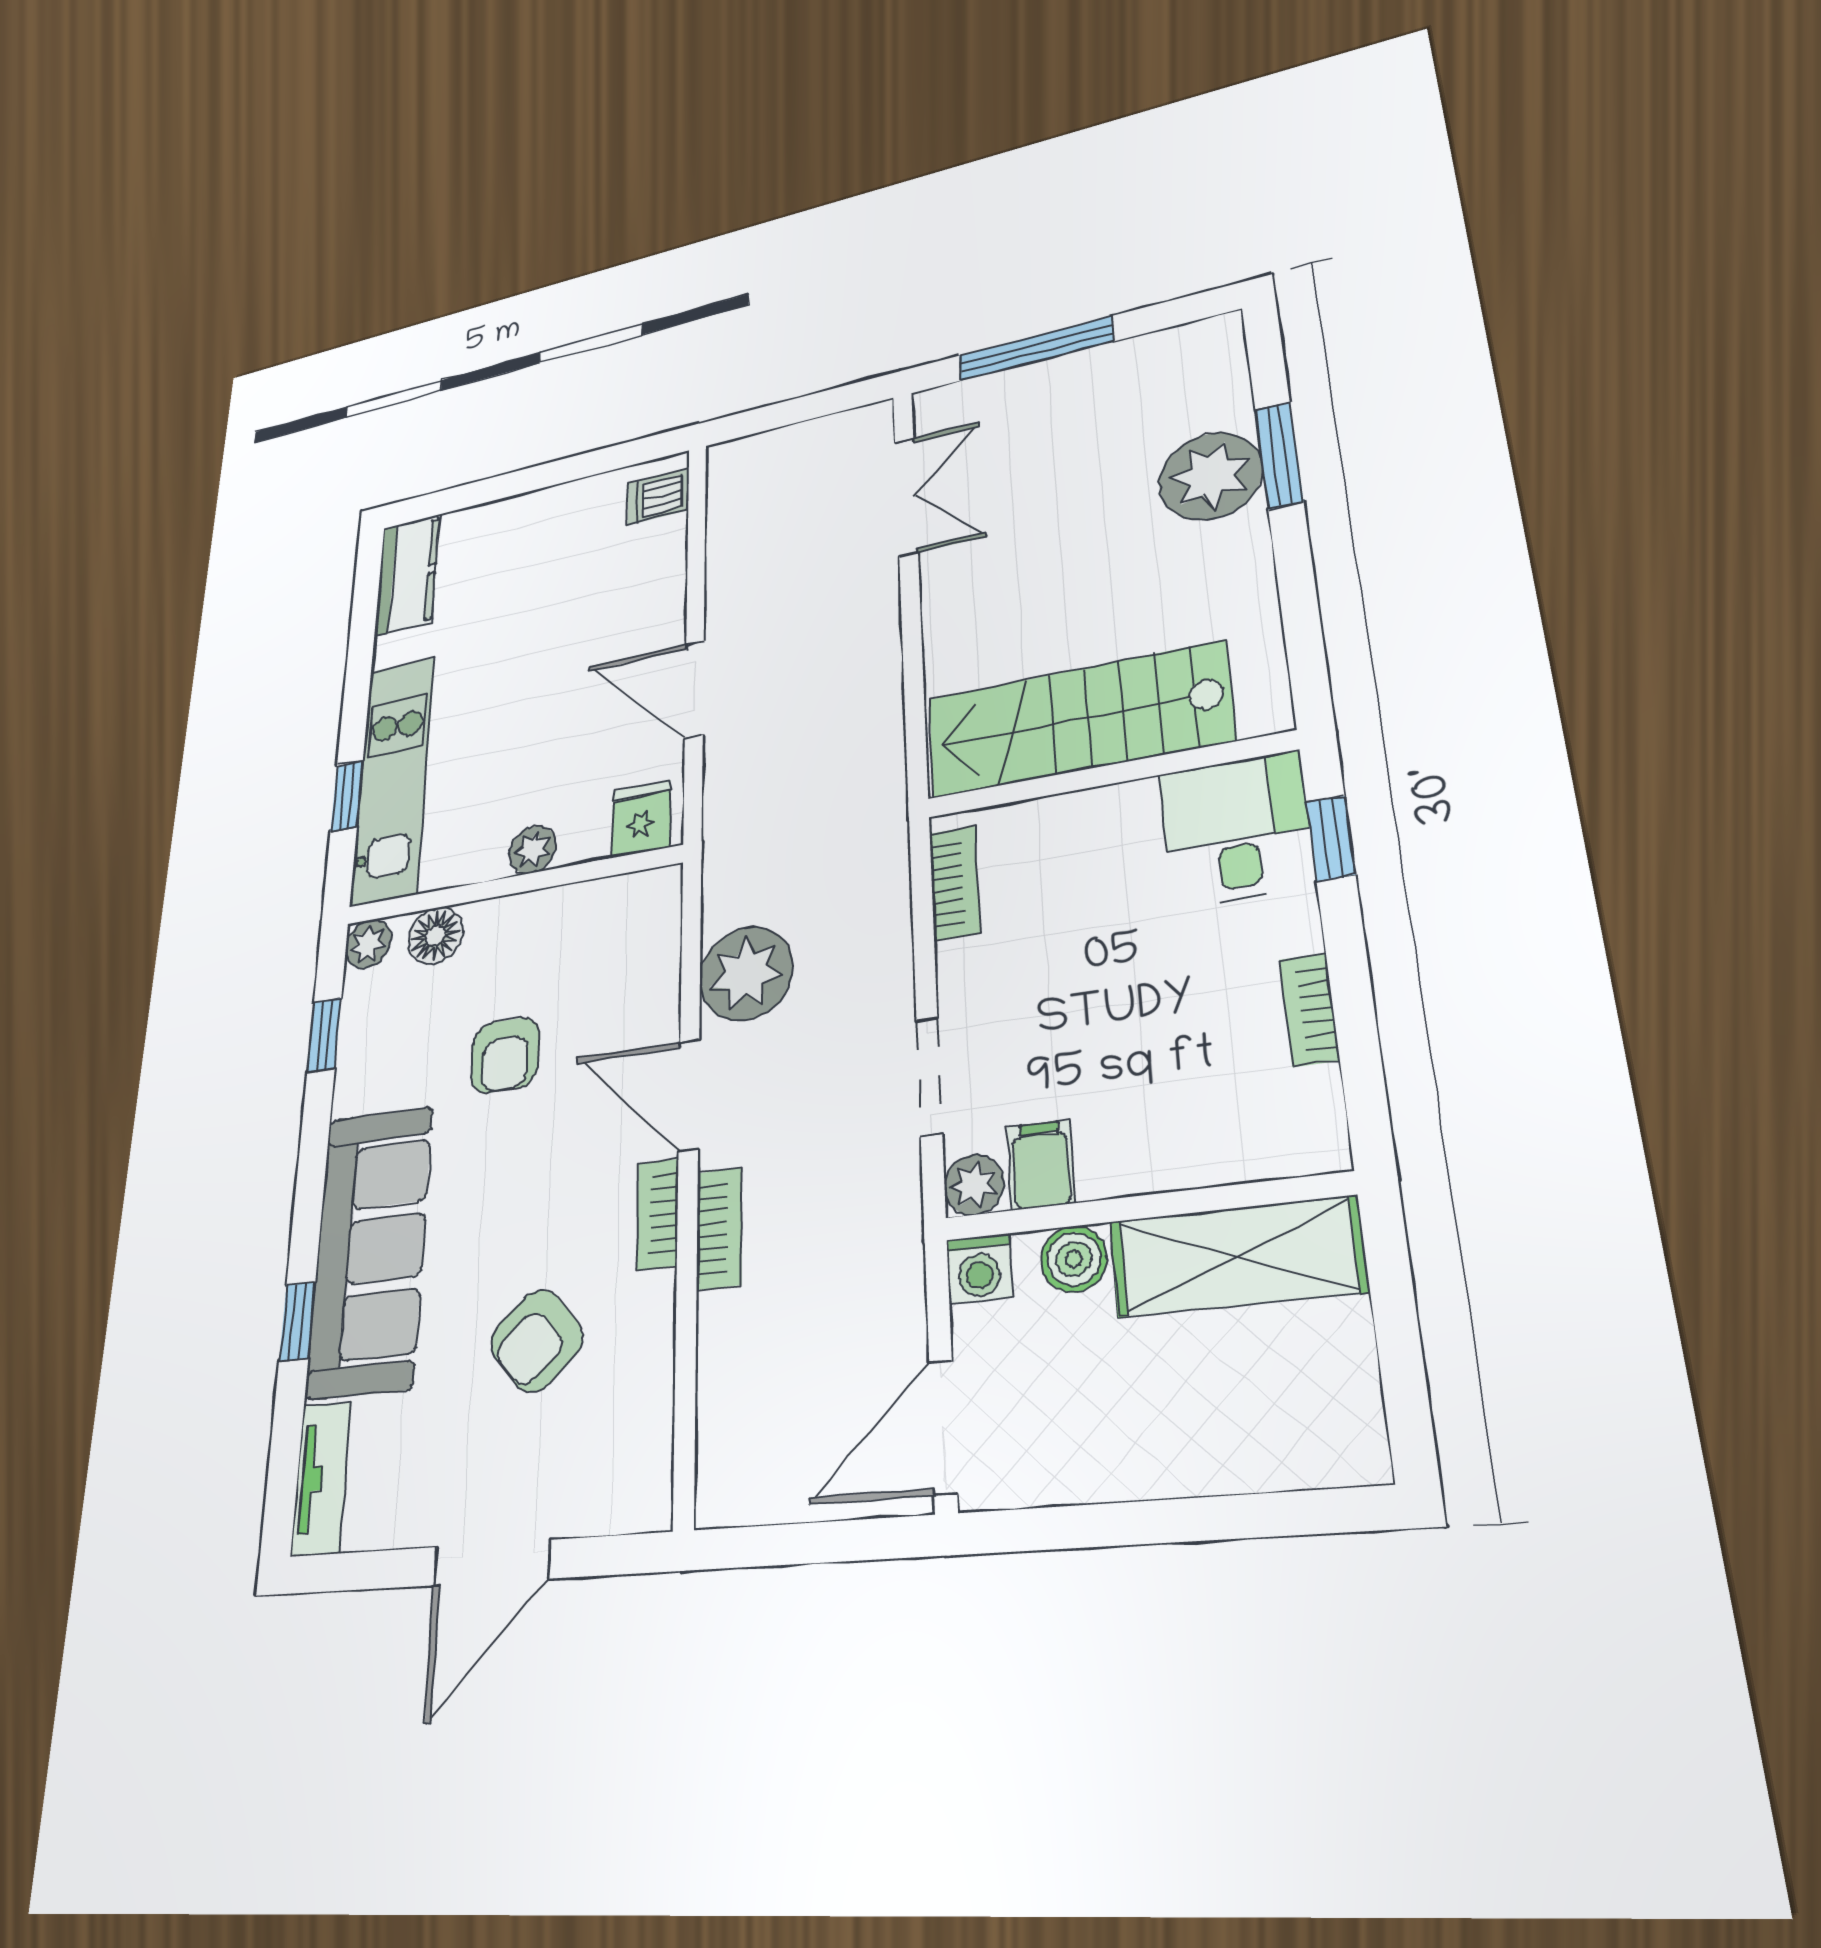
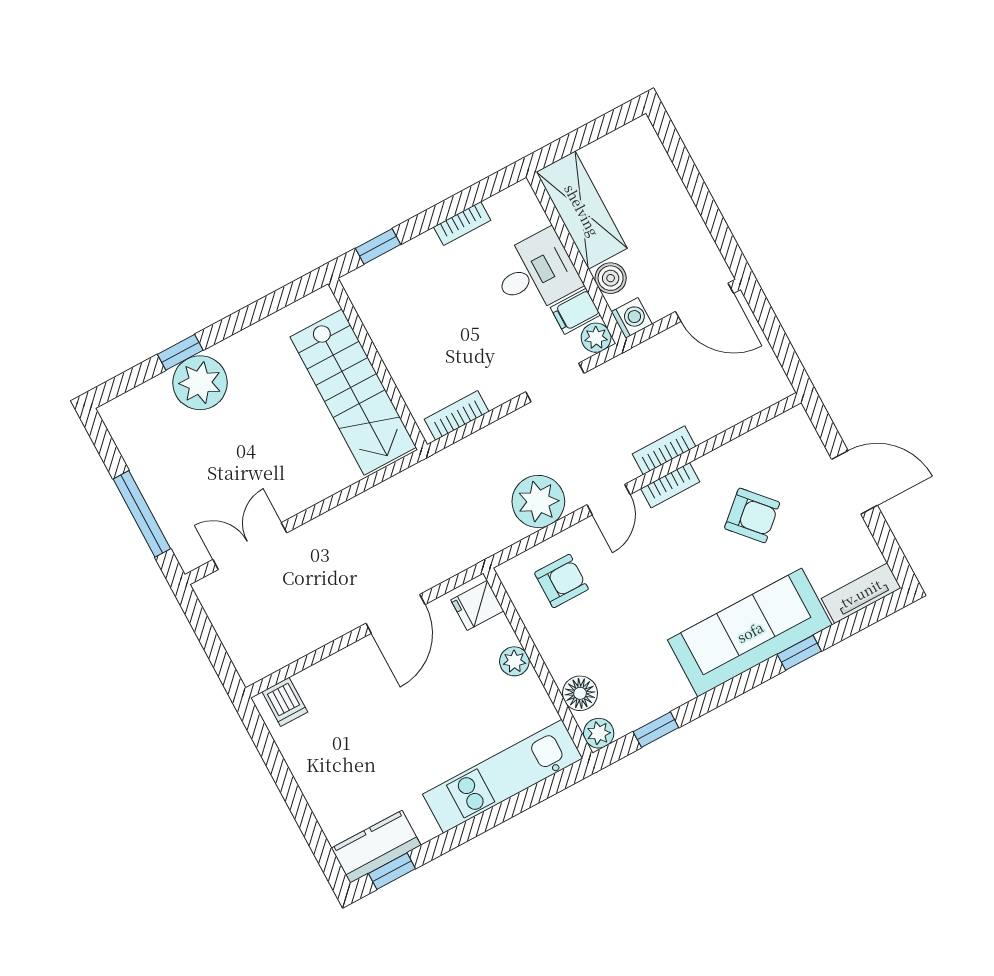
window: (1279, 456) -> (180, 352), width x0.67
window: (347, 796) -> (392, 871), moved
desk: (1236, 829) -> (536, 273), moved, turned 180
armchair: (505, 1055) -> (561, 581), moved
door: (689, 1095) -> (608, 500), width x0.73

